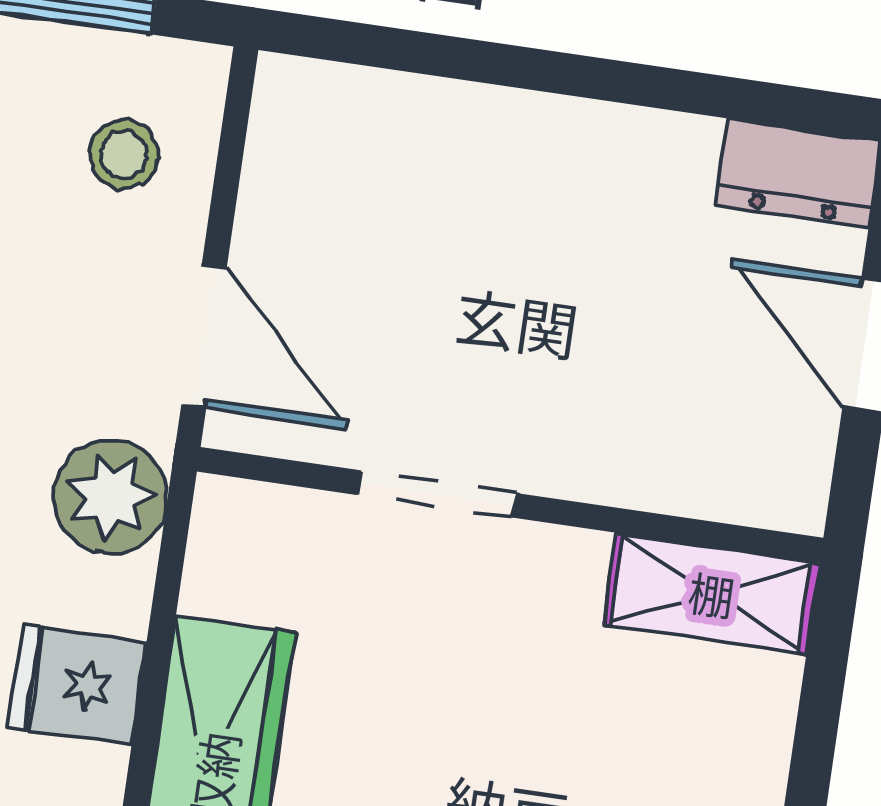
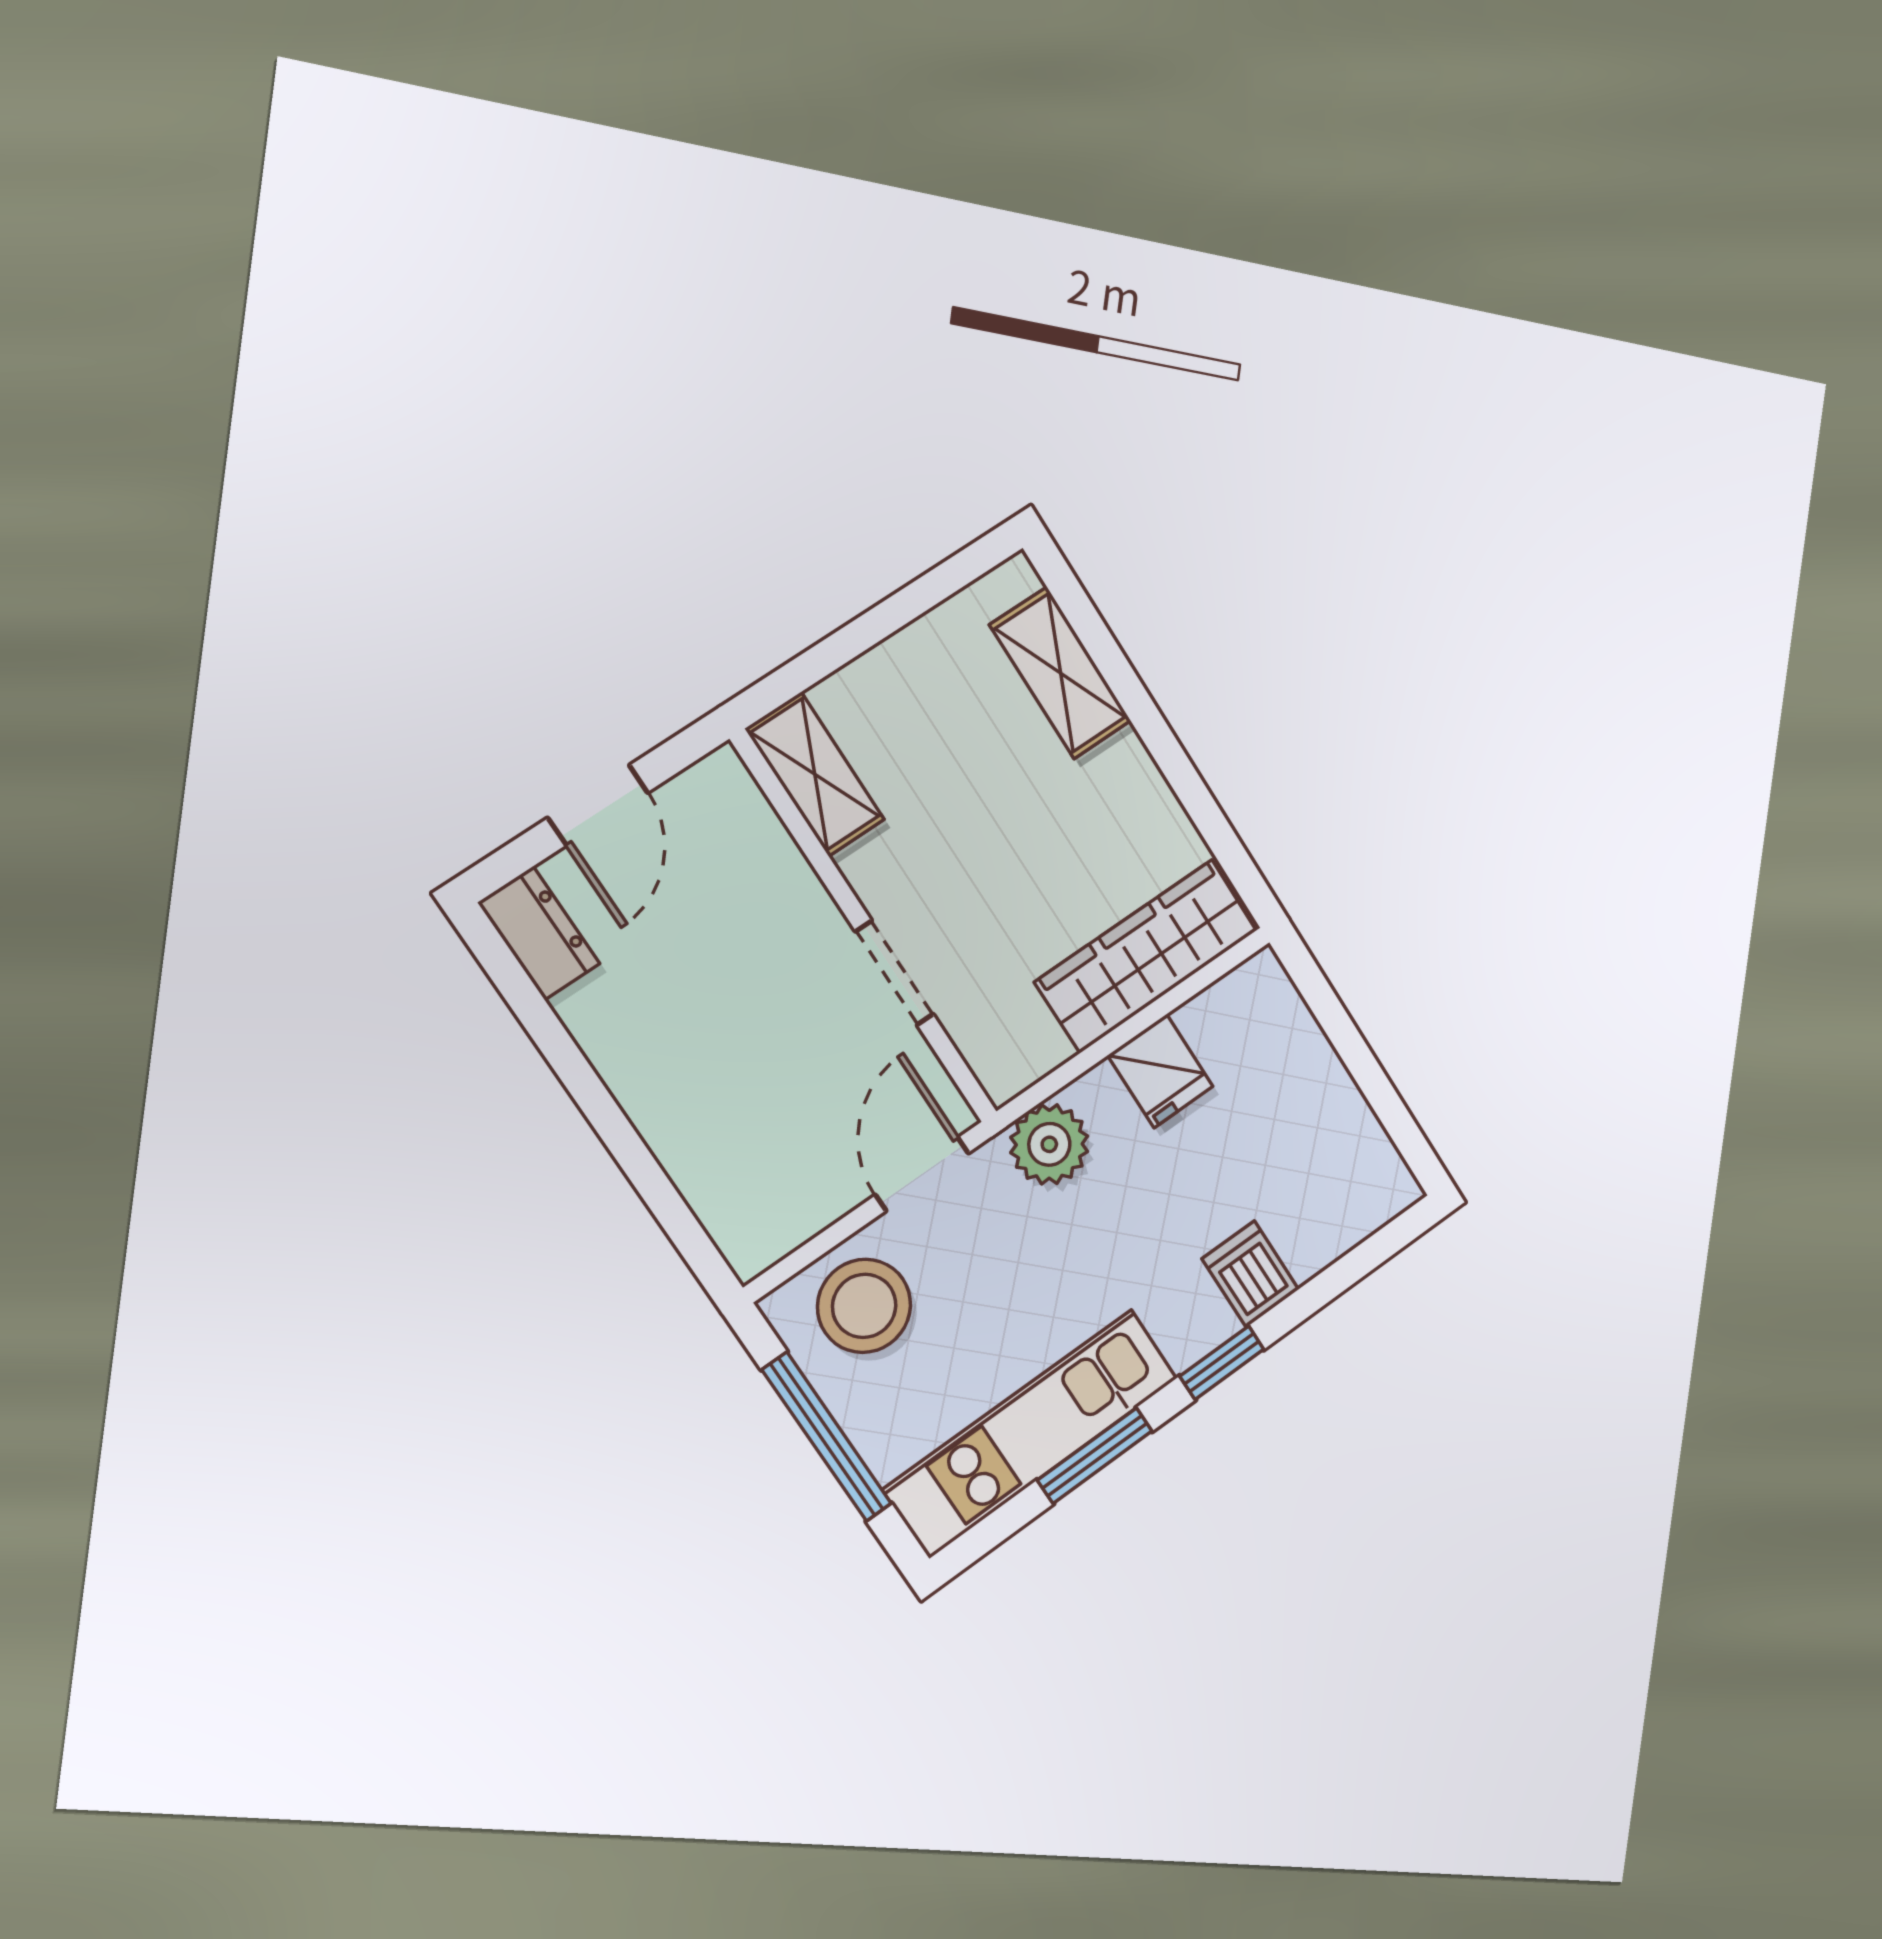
stool: (124, 154) -> (864, 1306), width x1.89, depth x1.89

